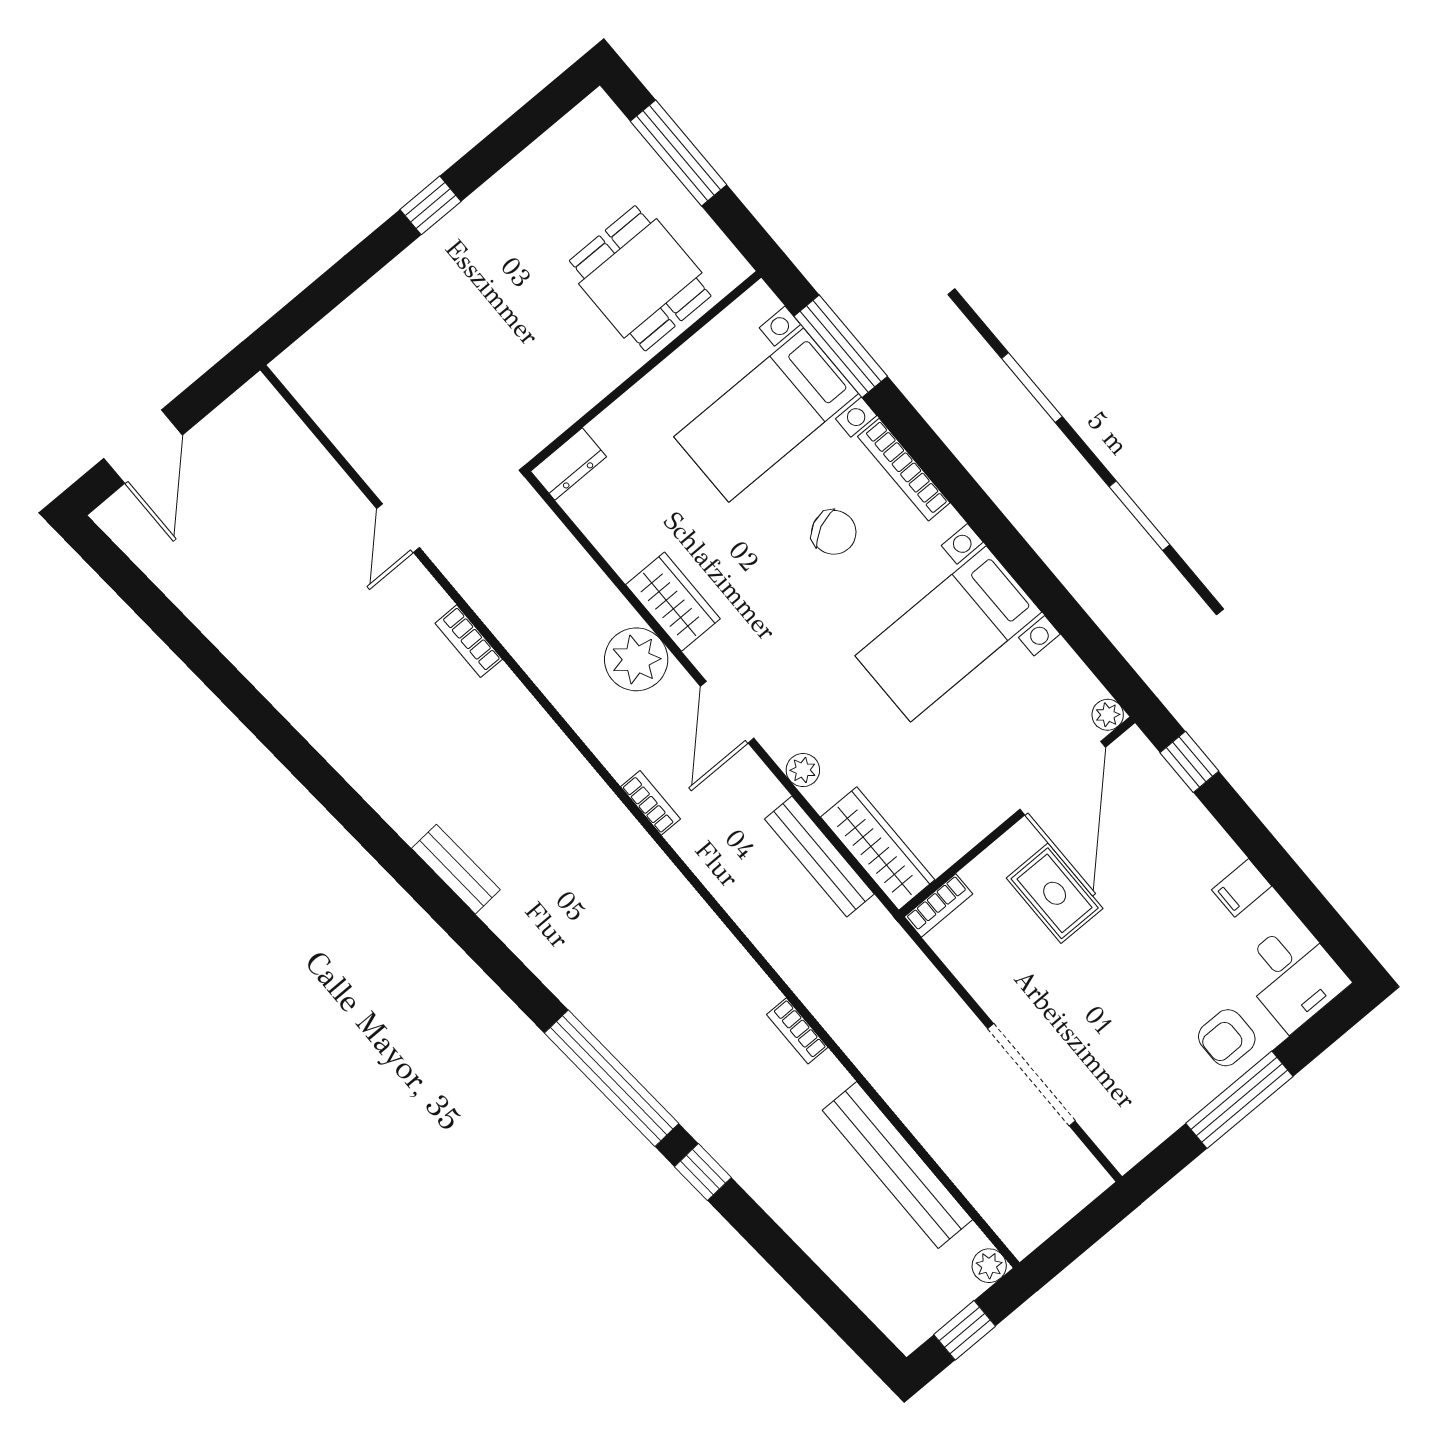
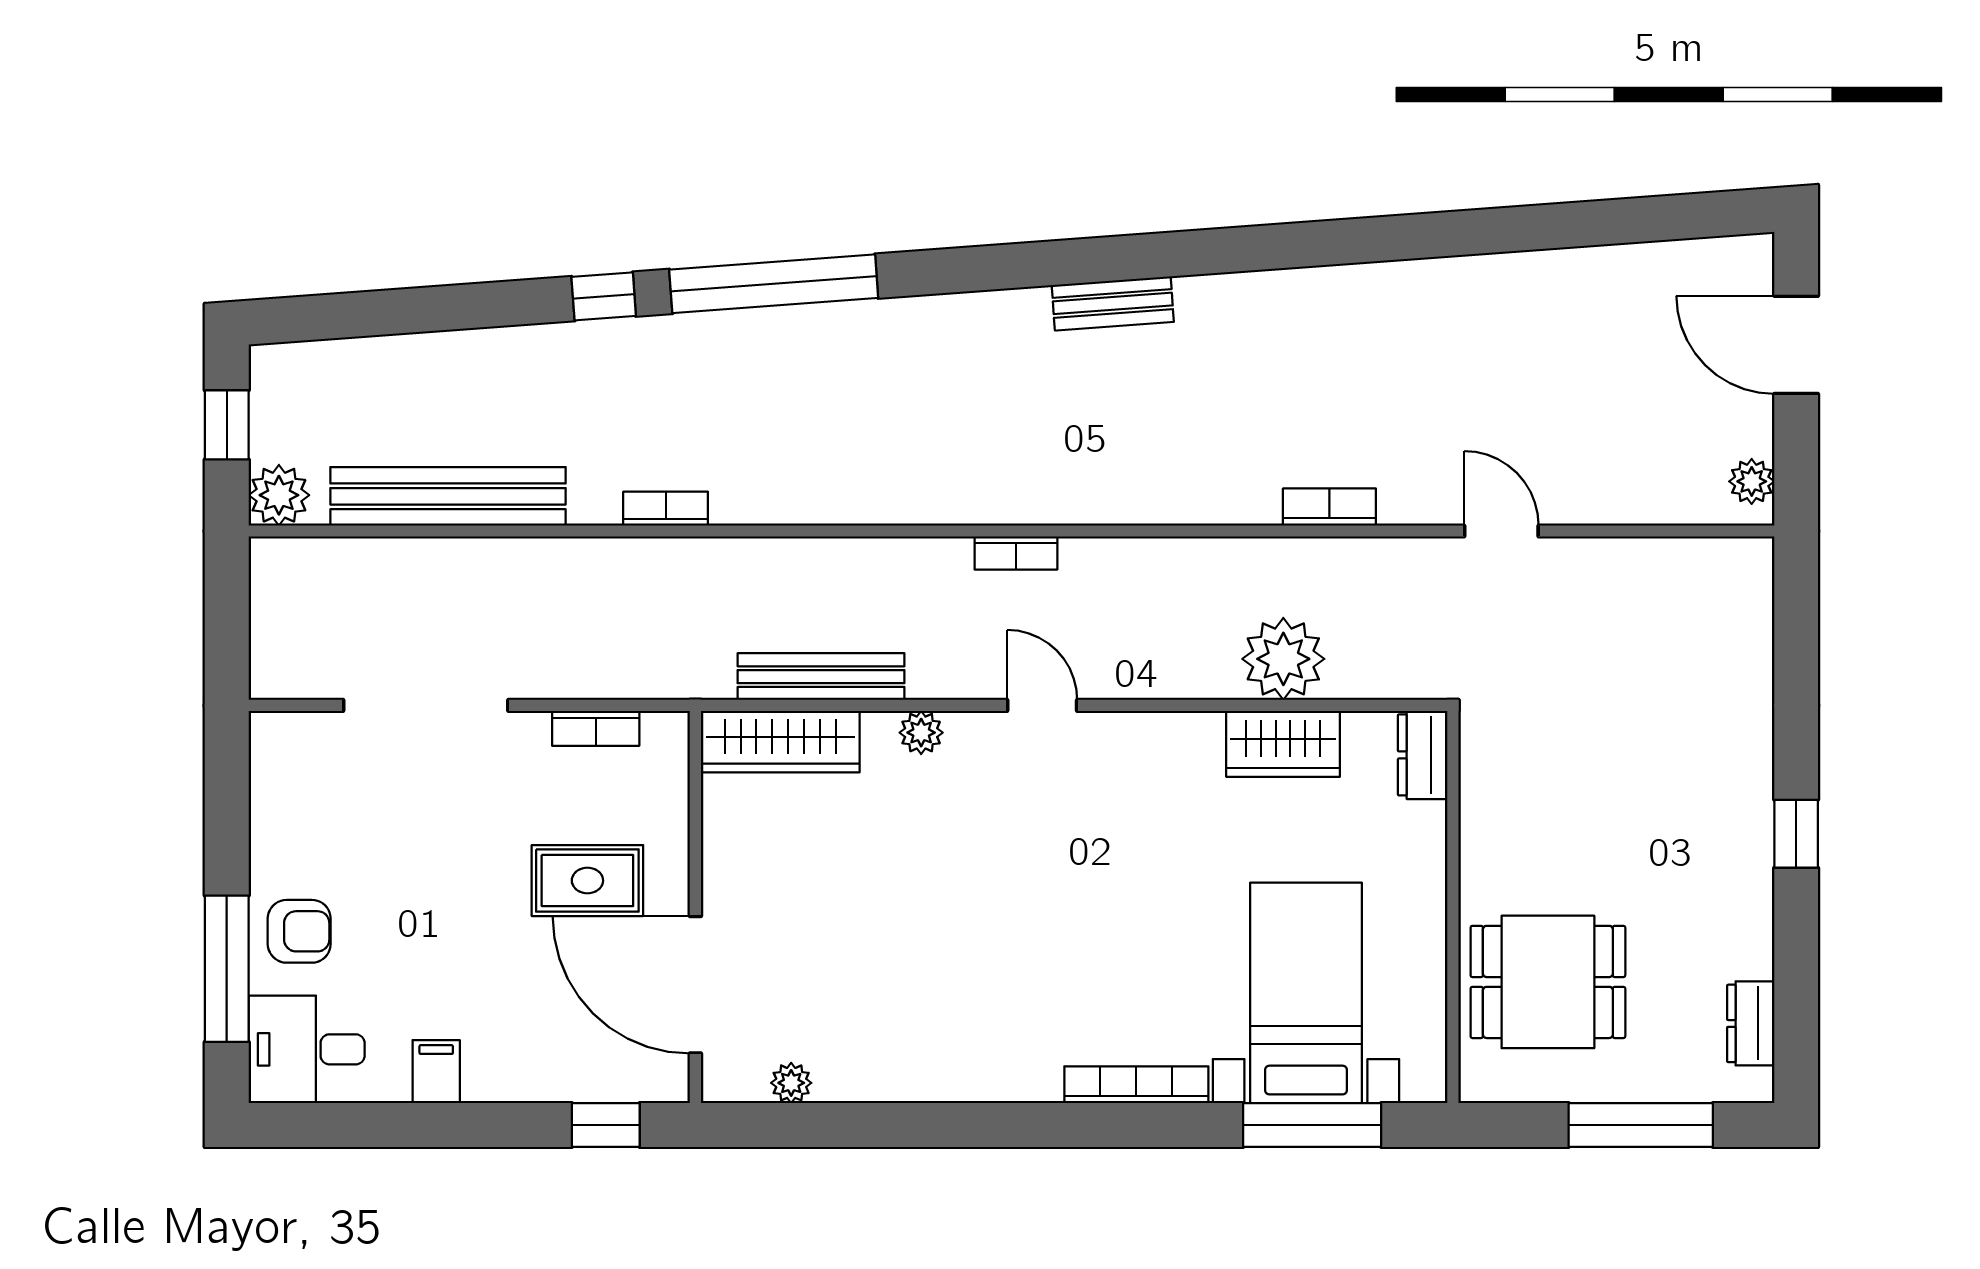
dresser: (565, 139) -> (1751, 1023), added
plant: (245, 405) -> (1752, 481), added
chair: (834, 532) -> (1132, 962), removed
wardrobe: (673, 602) -> (1283, 744), moved
bed with nightstands: (948, 634) -> (935, 992), removed
plant: (636, 659) -> (1283, 659), moved
door: (727, 712) -> (1042, 705), width x0.73
plant: (1108, 715) -> (791, 1083), moved
bookcase: (939, 905) -> (596, 728), moved, turned -90
armchair: (1227, 1038) -> (299, 931), turned 90
window: (1239, 1100) -> (227, 969), moved
plant: (989, 1266) -> (279, 495), width x1.38, depth x1.38

